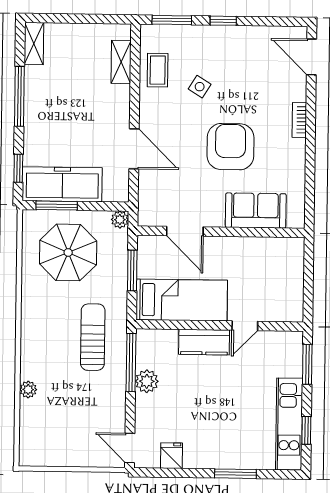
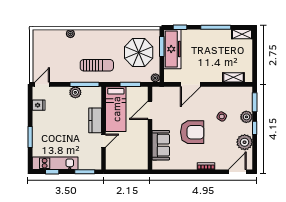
plant: (201, 37) -> (246, 117), added
plant: (252, 41) -> (245, 142), added
coffee table: (158, 70) -> (230, 96), removed
door: (245, 326) -> (104, 141), swing flipped

